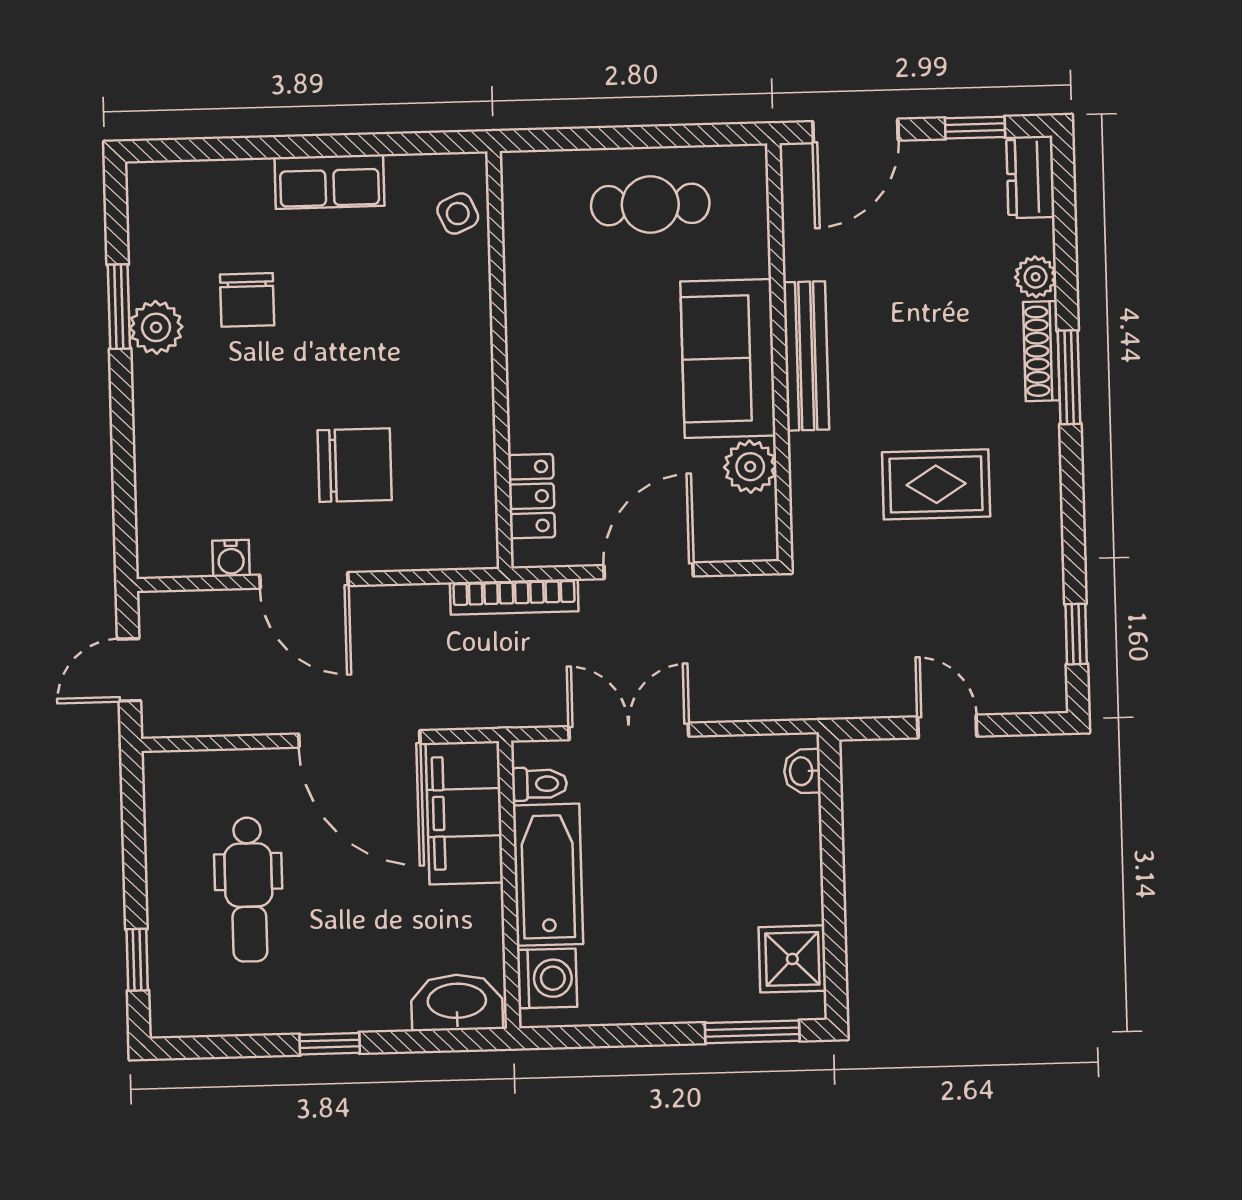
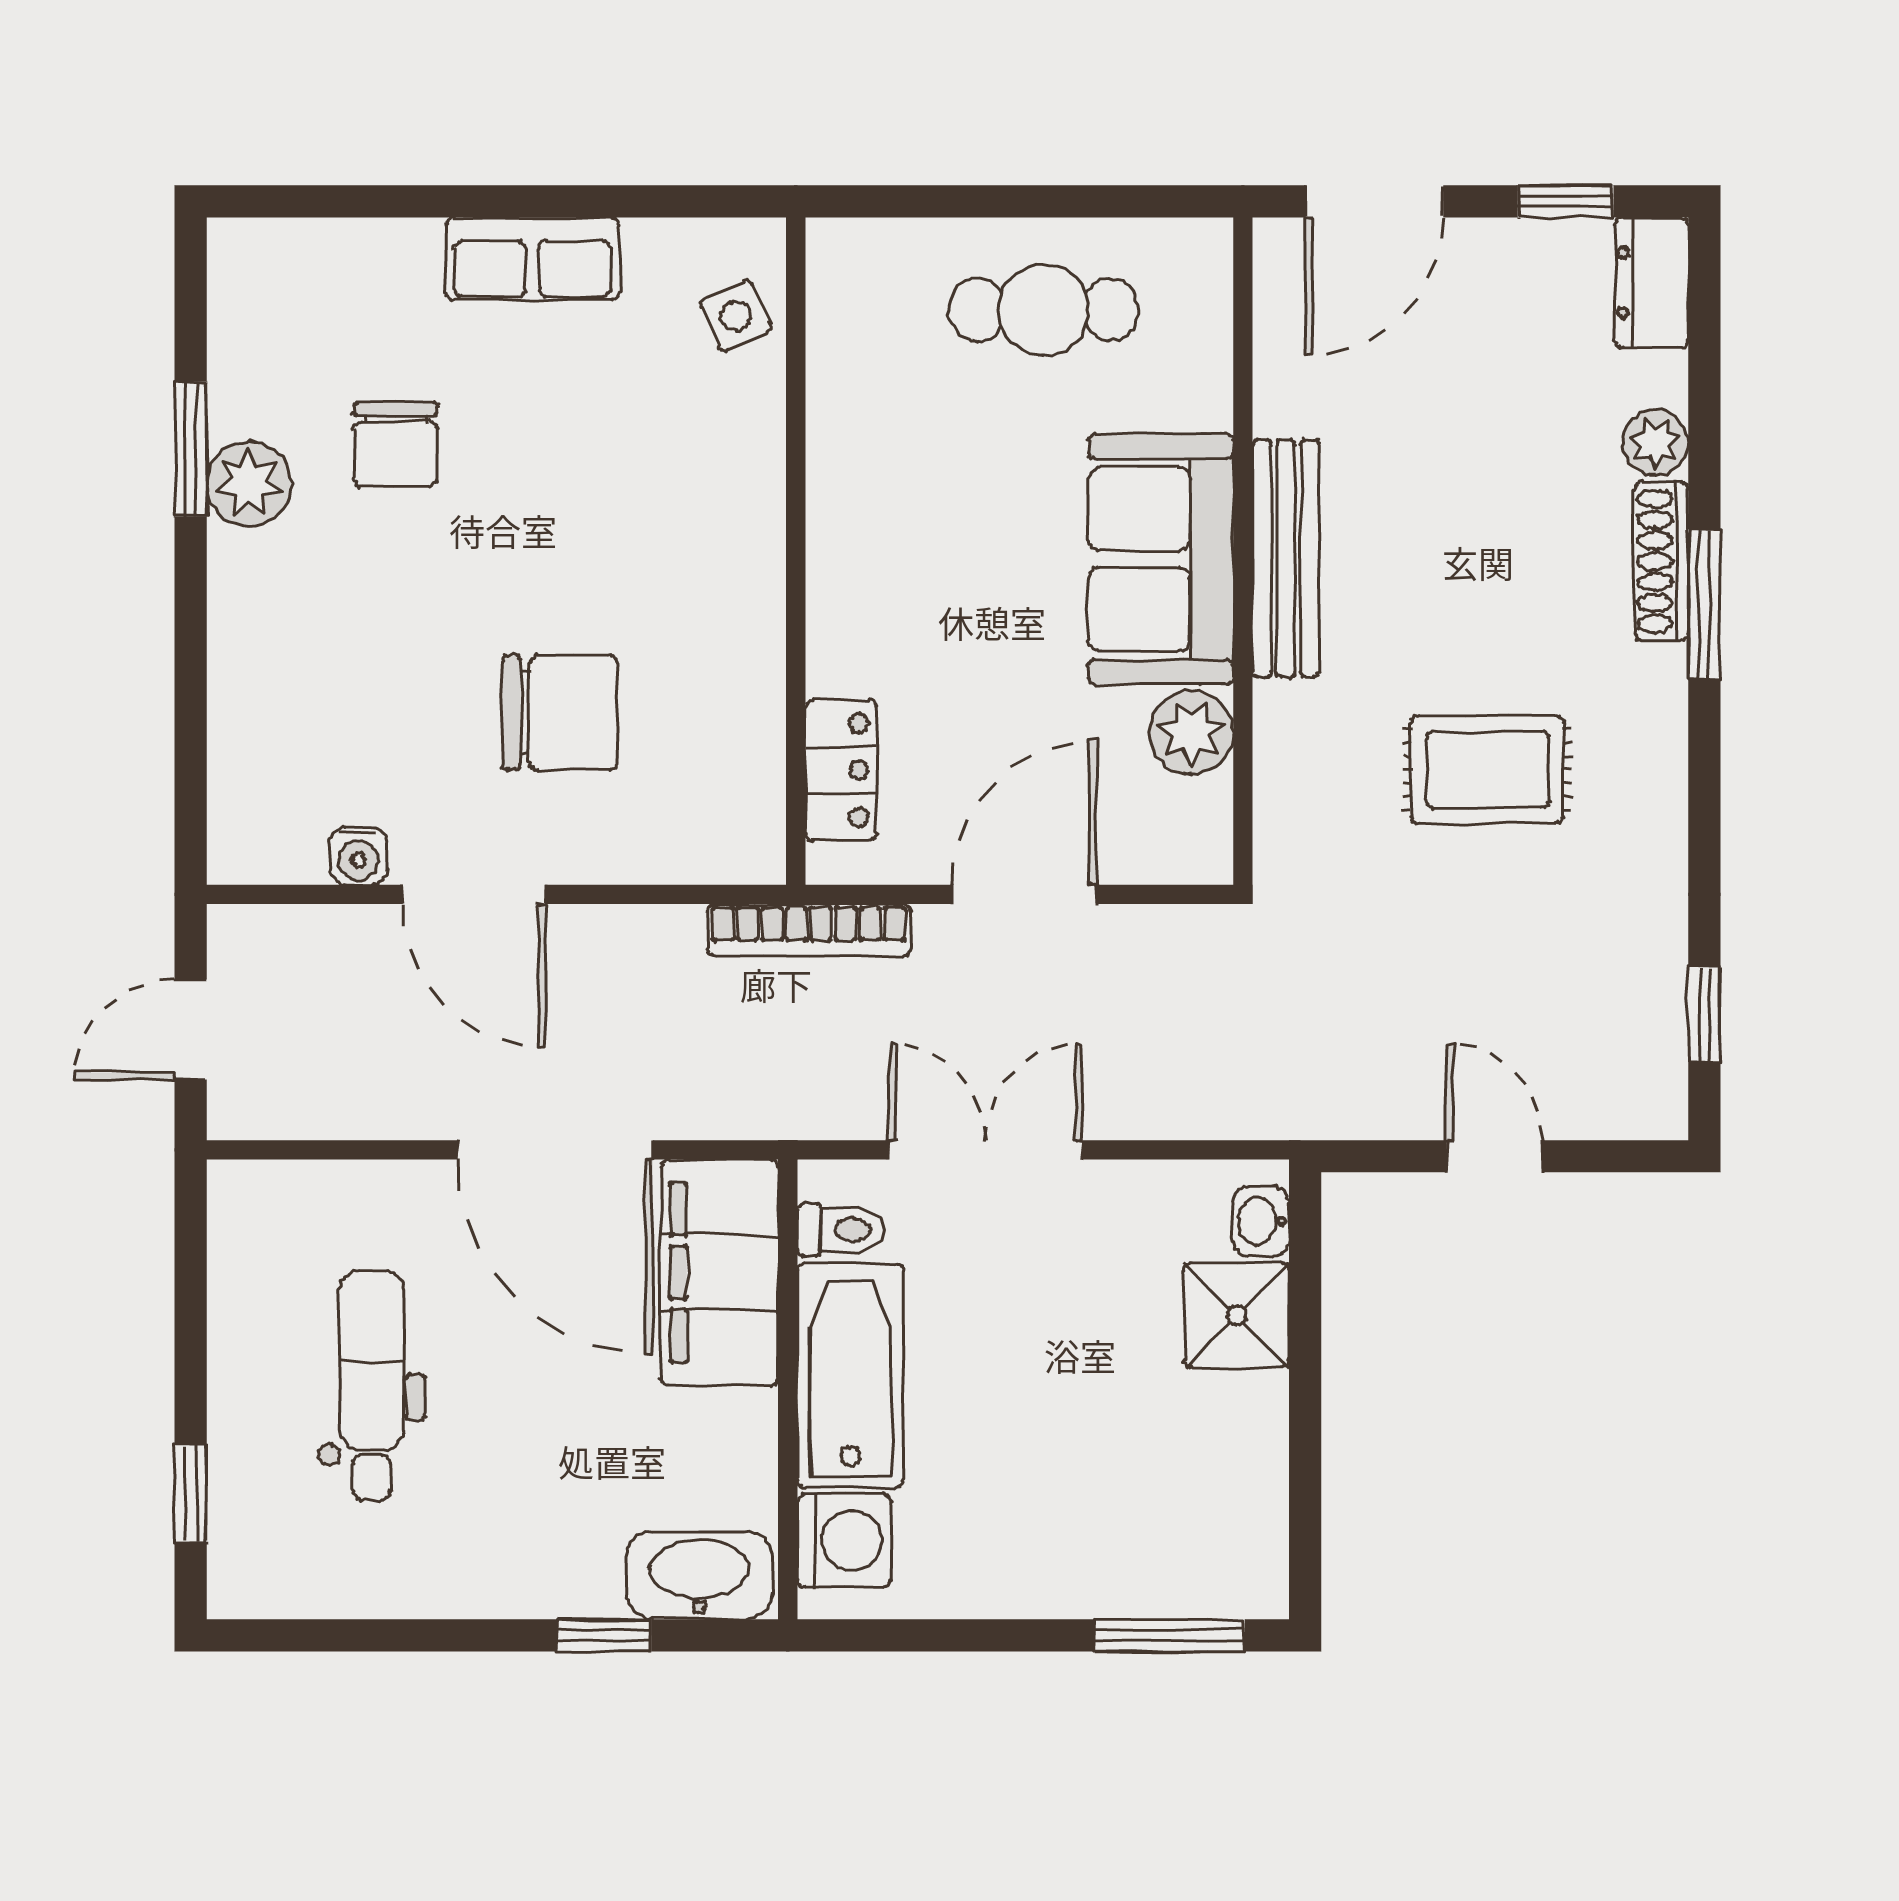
dental chair: (249, 889) -> (372, 1385), turned 180
shower: (792, 959) -> (1237, 1315), moved
window: (330, 1044) -> (604, 1635), moved

